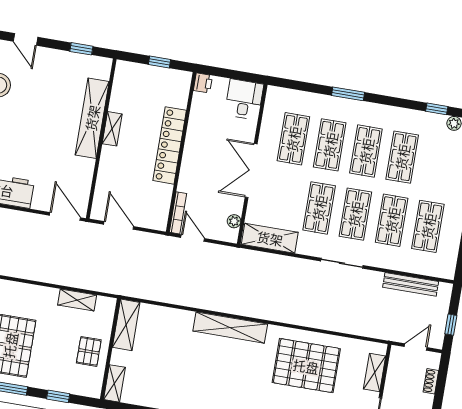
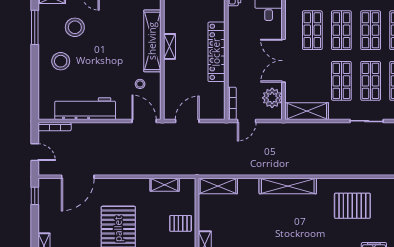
stool: (68, 169) -> (140, 84), added
plant: (234, 221) -> (272, 98), width x1.87, depth x1.87
door: (119, 225) -> (187, 121), hinge flipped
door: (193, 238) -> (247, 121), swing flipped
shelving: (126, 325) -> (218, 186), moved, turned 90
pallet: (89, 351) -> (181, 223), turned 90
pallet: (306, 366) -> (352, 206), width x0.73, depth x0.71

